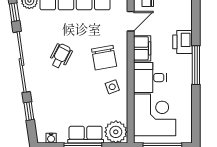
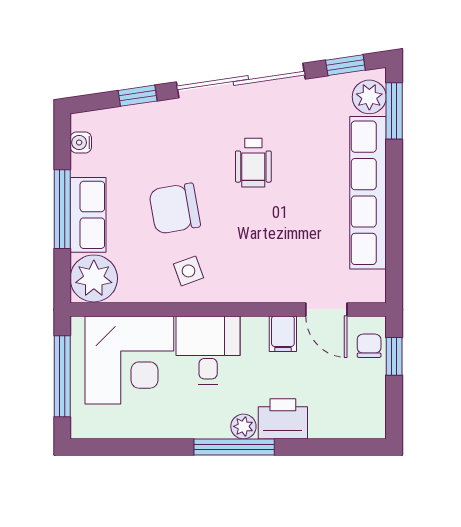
filing cabinet: (142, 48) -> (283, 334), width x0.50
wheelchair: (61, 56) -> (253, 163), turned 63
chair: (104, 58) -> (175, 209), moved
plant: (186, 61) -> (243, 426), added

